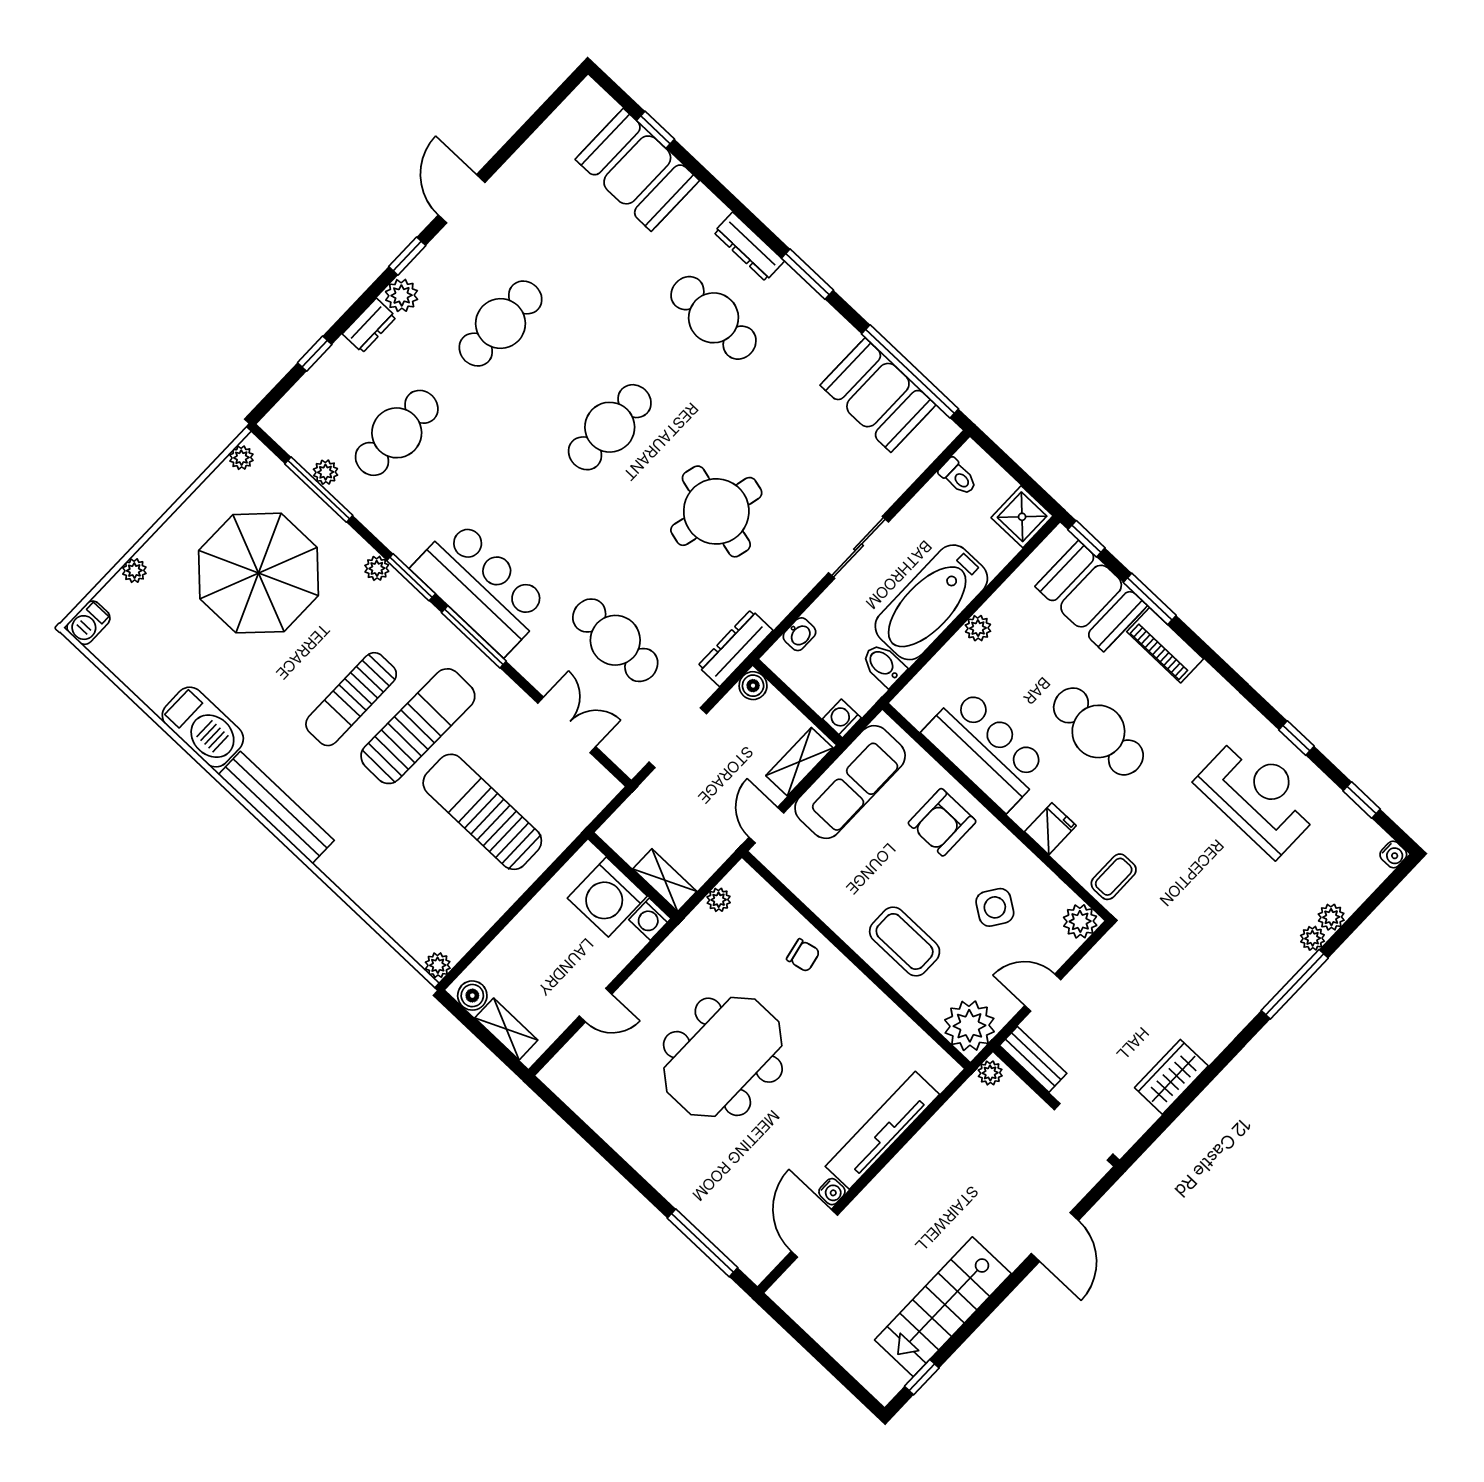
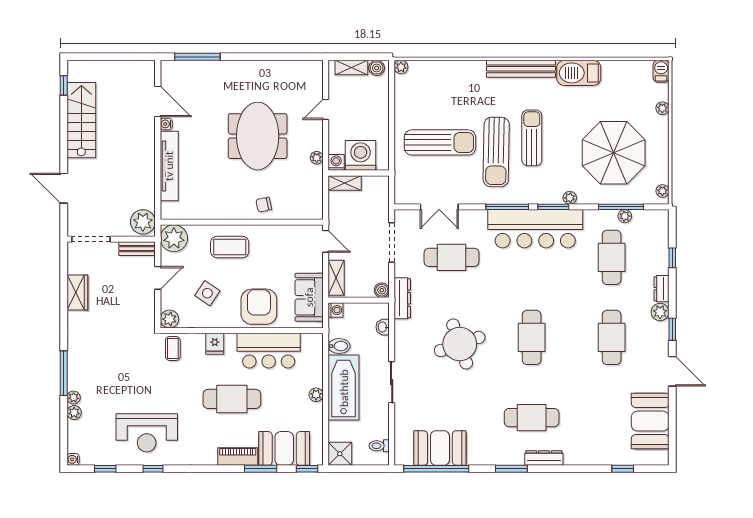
booth: (637, 170) -> (650, 421), moved, turned 90
round table: (716, 511) -> (460, 344), turned -33
bar counter: (481, 587) -> (535, 229), width x1.36
sofa: (850, 782) -> (309, 297), width x0.73
armchair: (942, 822) -> (259, 307), width x1.36, depth x1.36
plant: (719, 900) -> (317, 158), moved
plant: (990, 1073) -> (143, 222), width x1.88, depth x1.88

